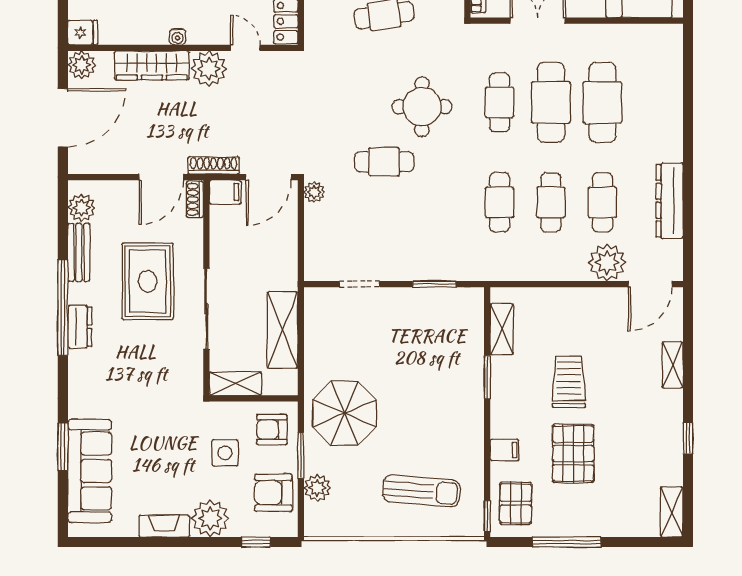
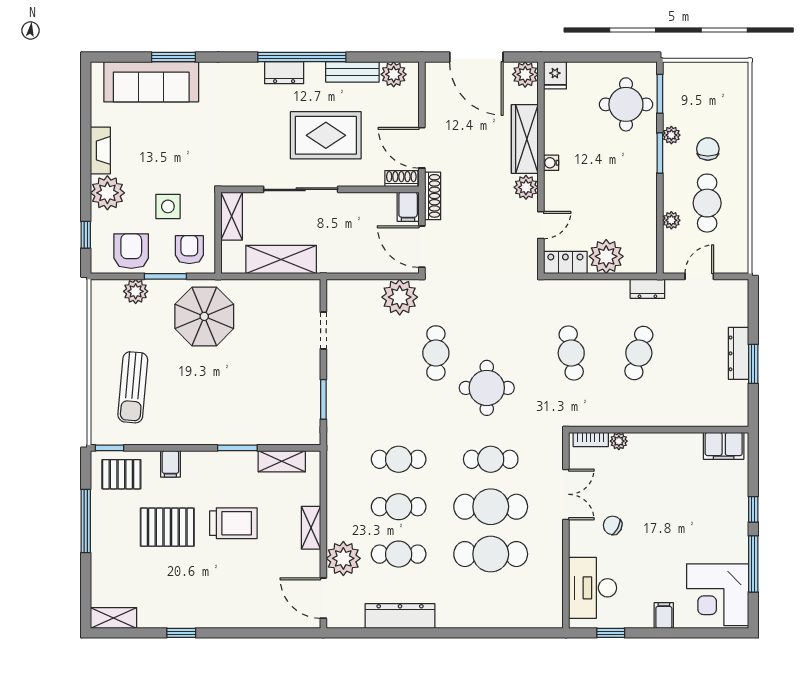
plant: (209, 69) -> (526, 187), width x0.73, depth x0.73
plant: (314, 192) -> (400, 297), width x1.87, depth x1.87
shelving: (673, 365) -> (311, 528), moved, turned 90

